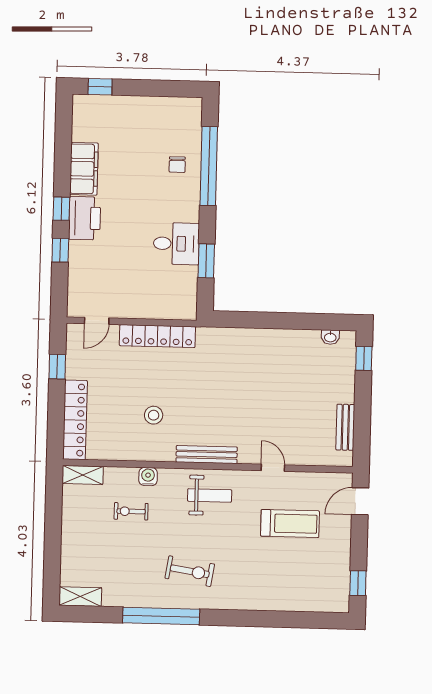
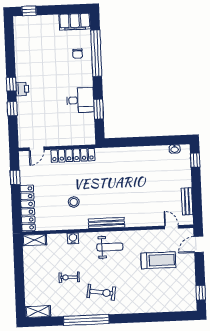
filing cabinet: (84, 169) -> (75, 22), moved, turned 90
printer: (85, 218) -> (22, 89), width x0.53, depth x0.68
door: (273, 468) -> (172, 227), moved
exercise bike: (131, 511) -> (69, 277), moved

